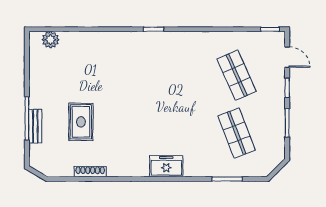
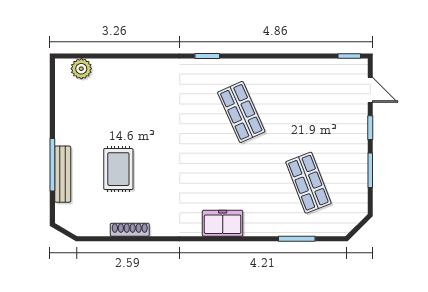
shop shelf: (237, 75) -> (241, 112), moved
bench: (35, 126) -> (63, 174), width x1.36

